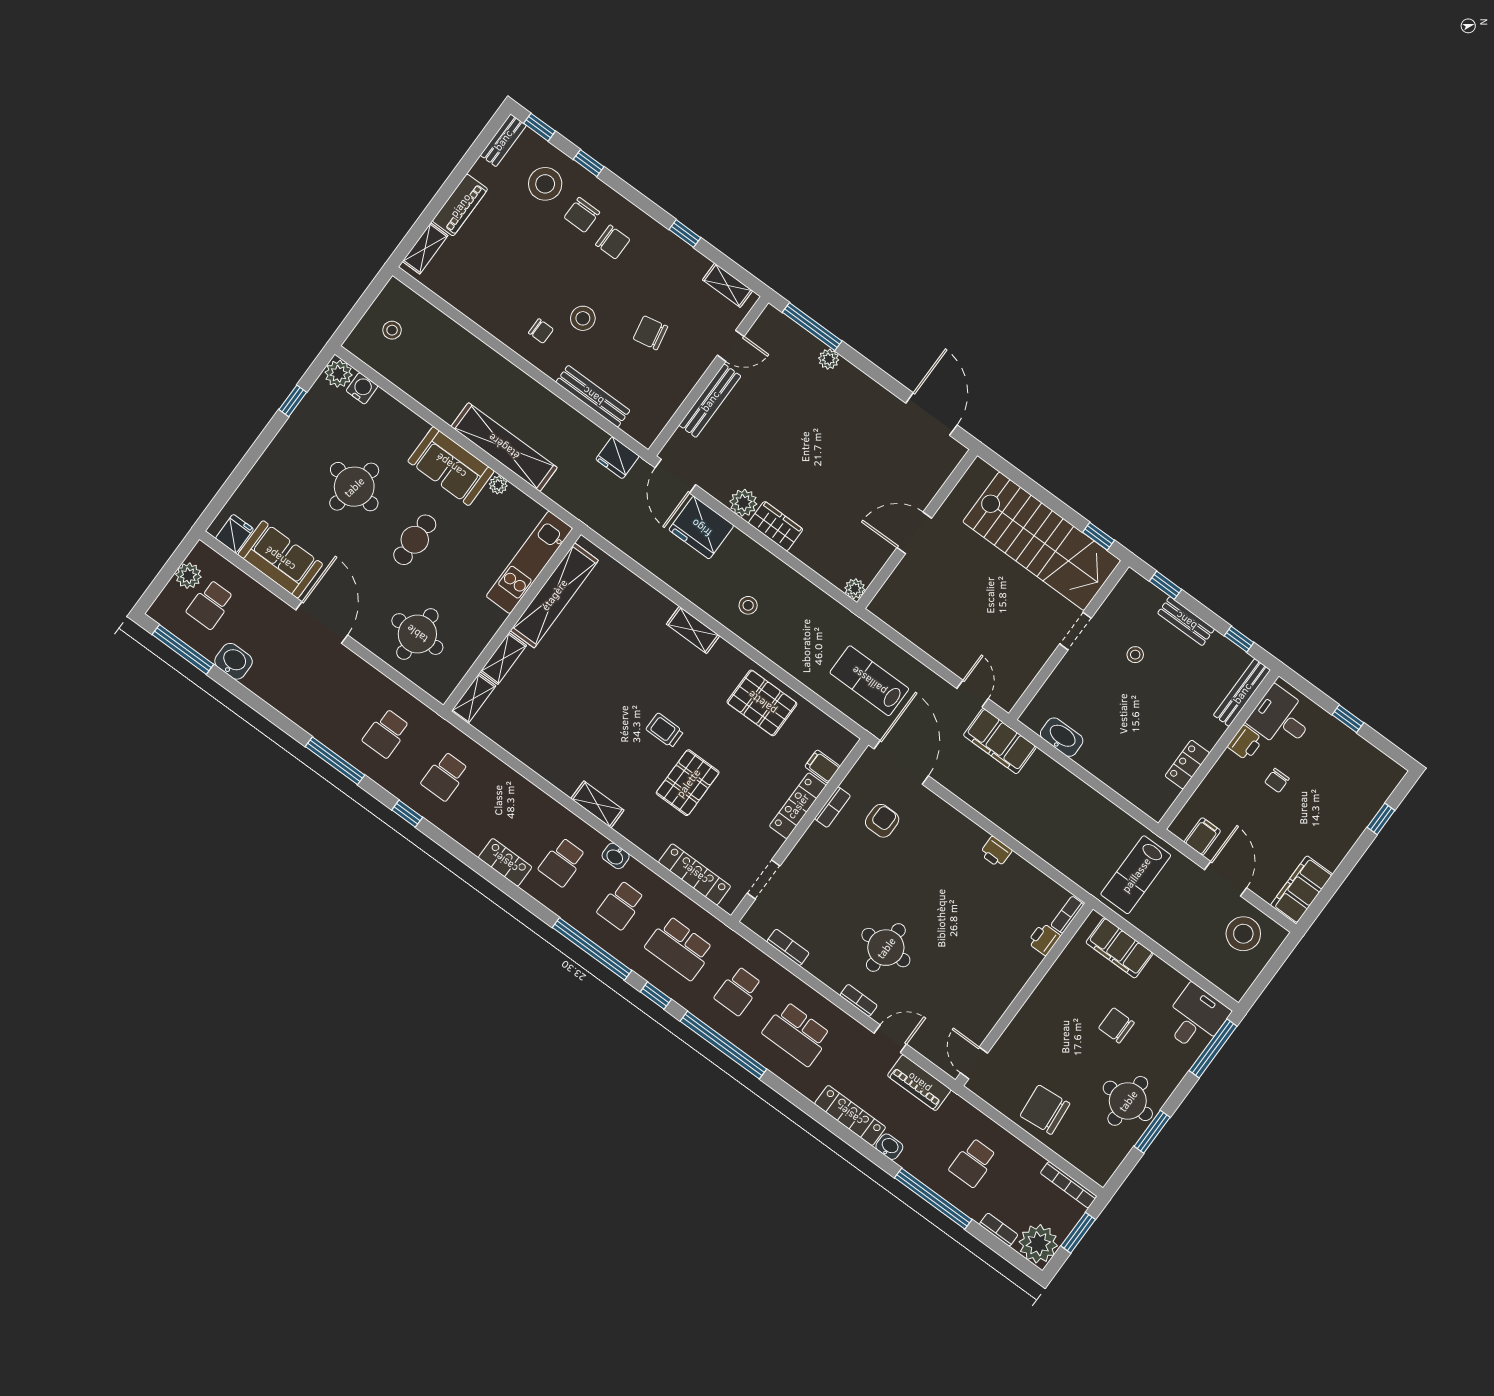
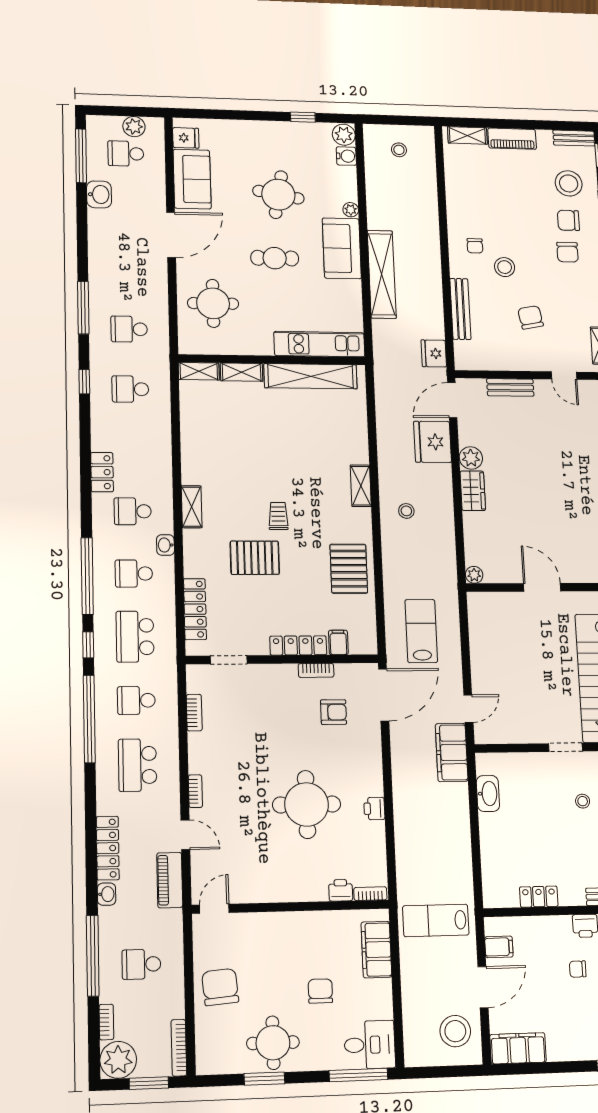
bench: (710, 401) -> (510, 387), width x0.73
plant: (498, 485) -> (351, 210), moved
round table: (886, 948) -> (307, 804), moved, width x1.36, depth x1.36

